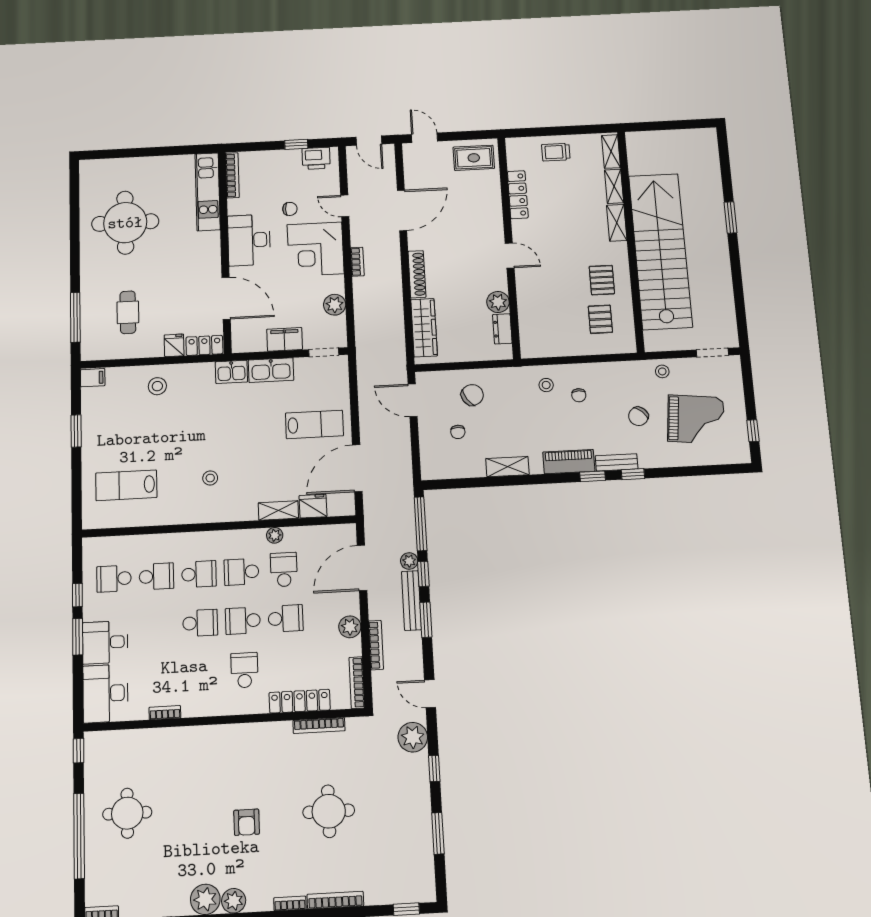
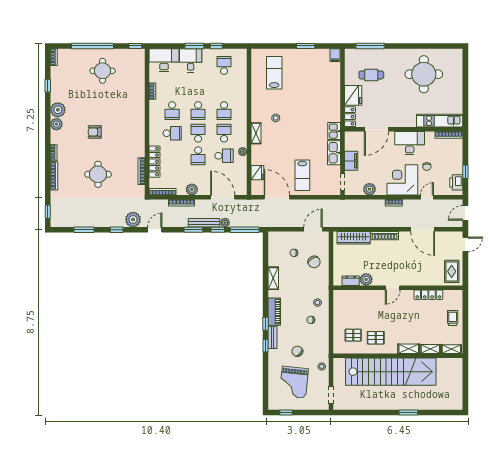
fridge: (174, 345) -> (353, 95), width x1.88, depth x1.34
stool: (157, 386) -> (328, 90), removed
shelving: (278, 511) -> (256, 133), moved
school desk: (156, 576) -> (172, 111), moved

